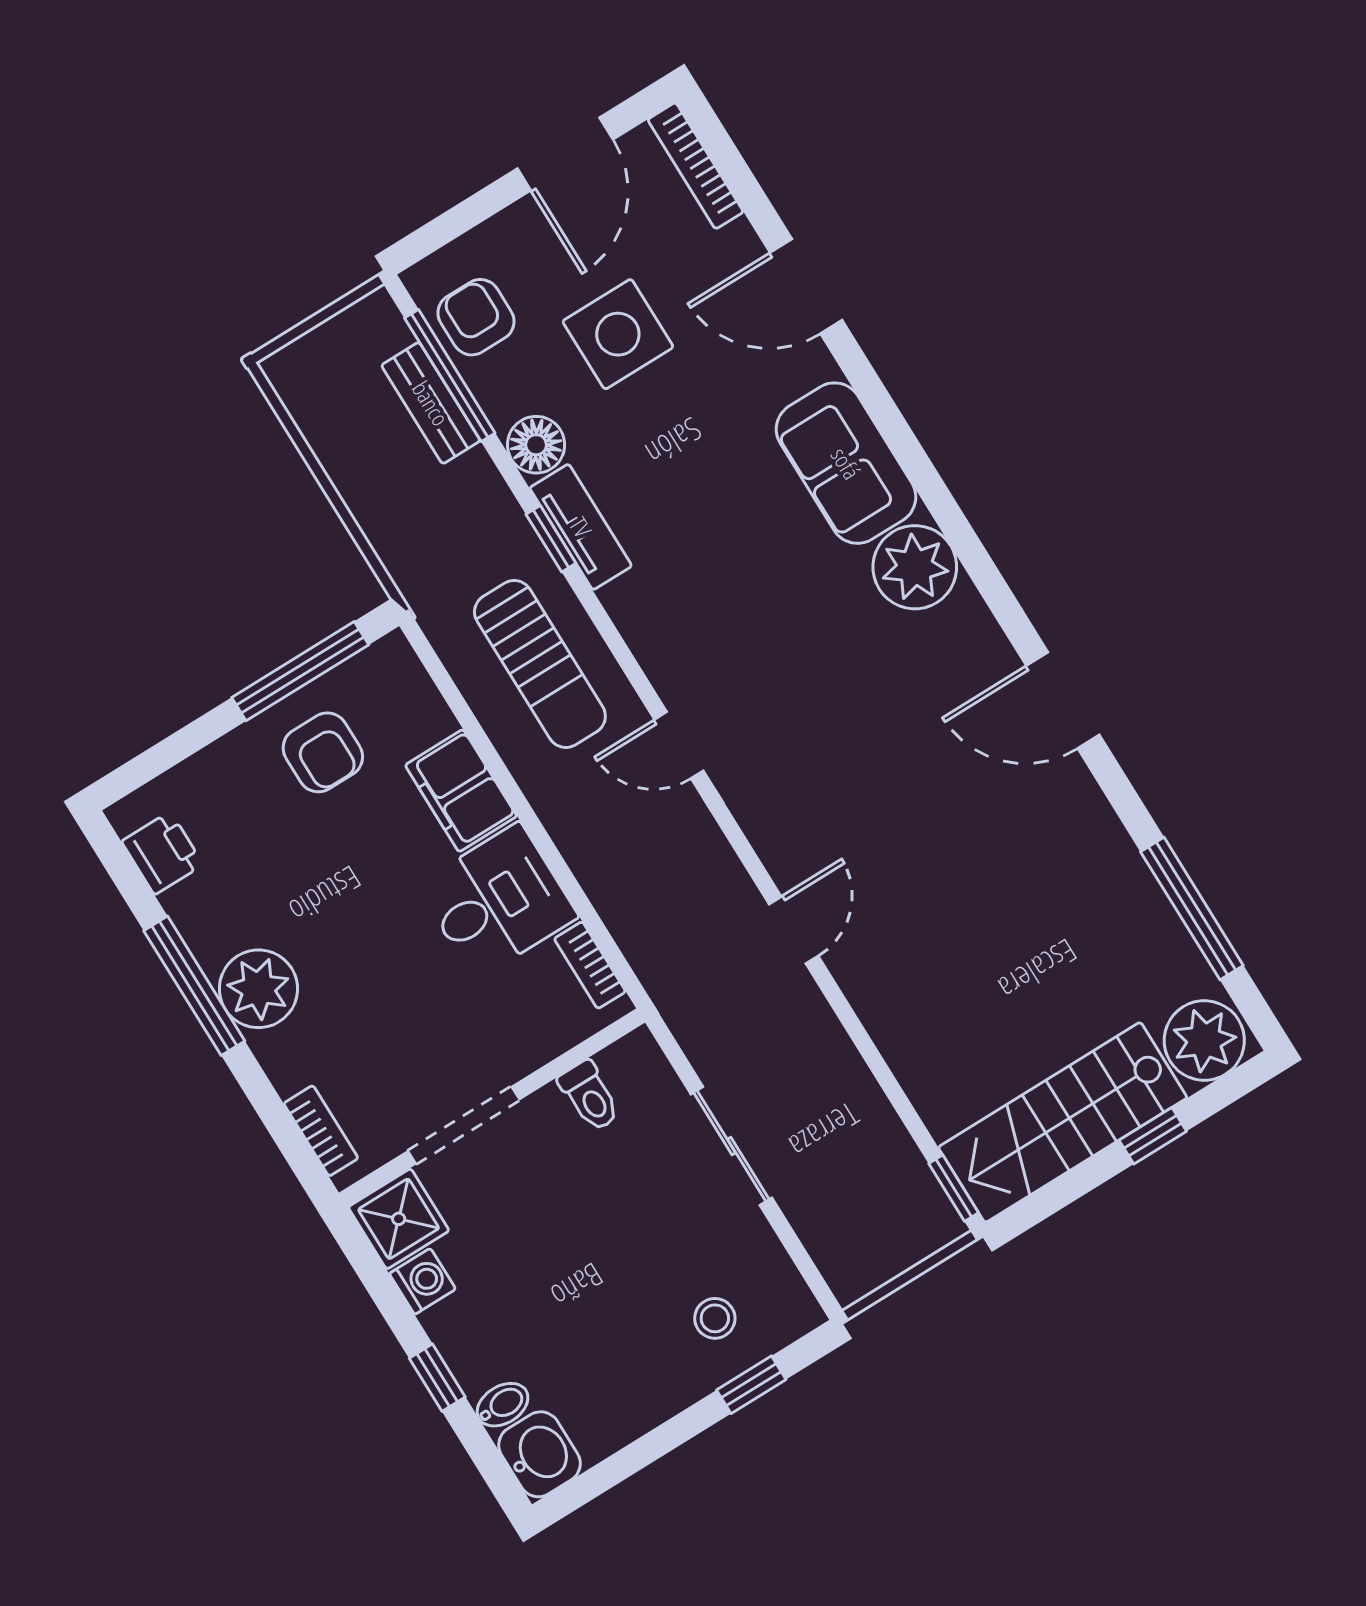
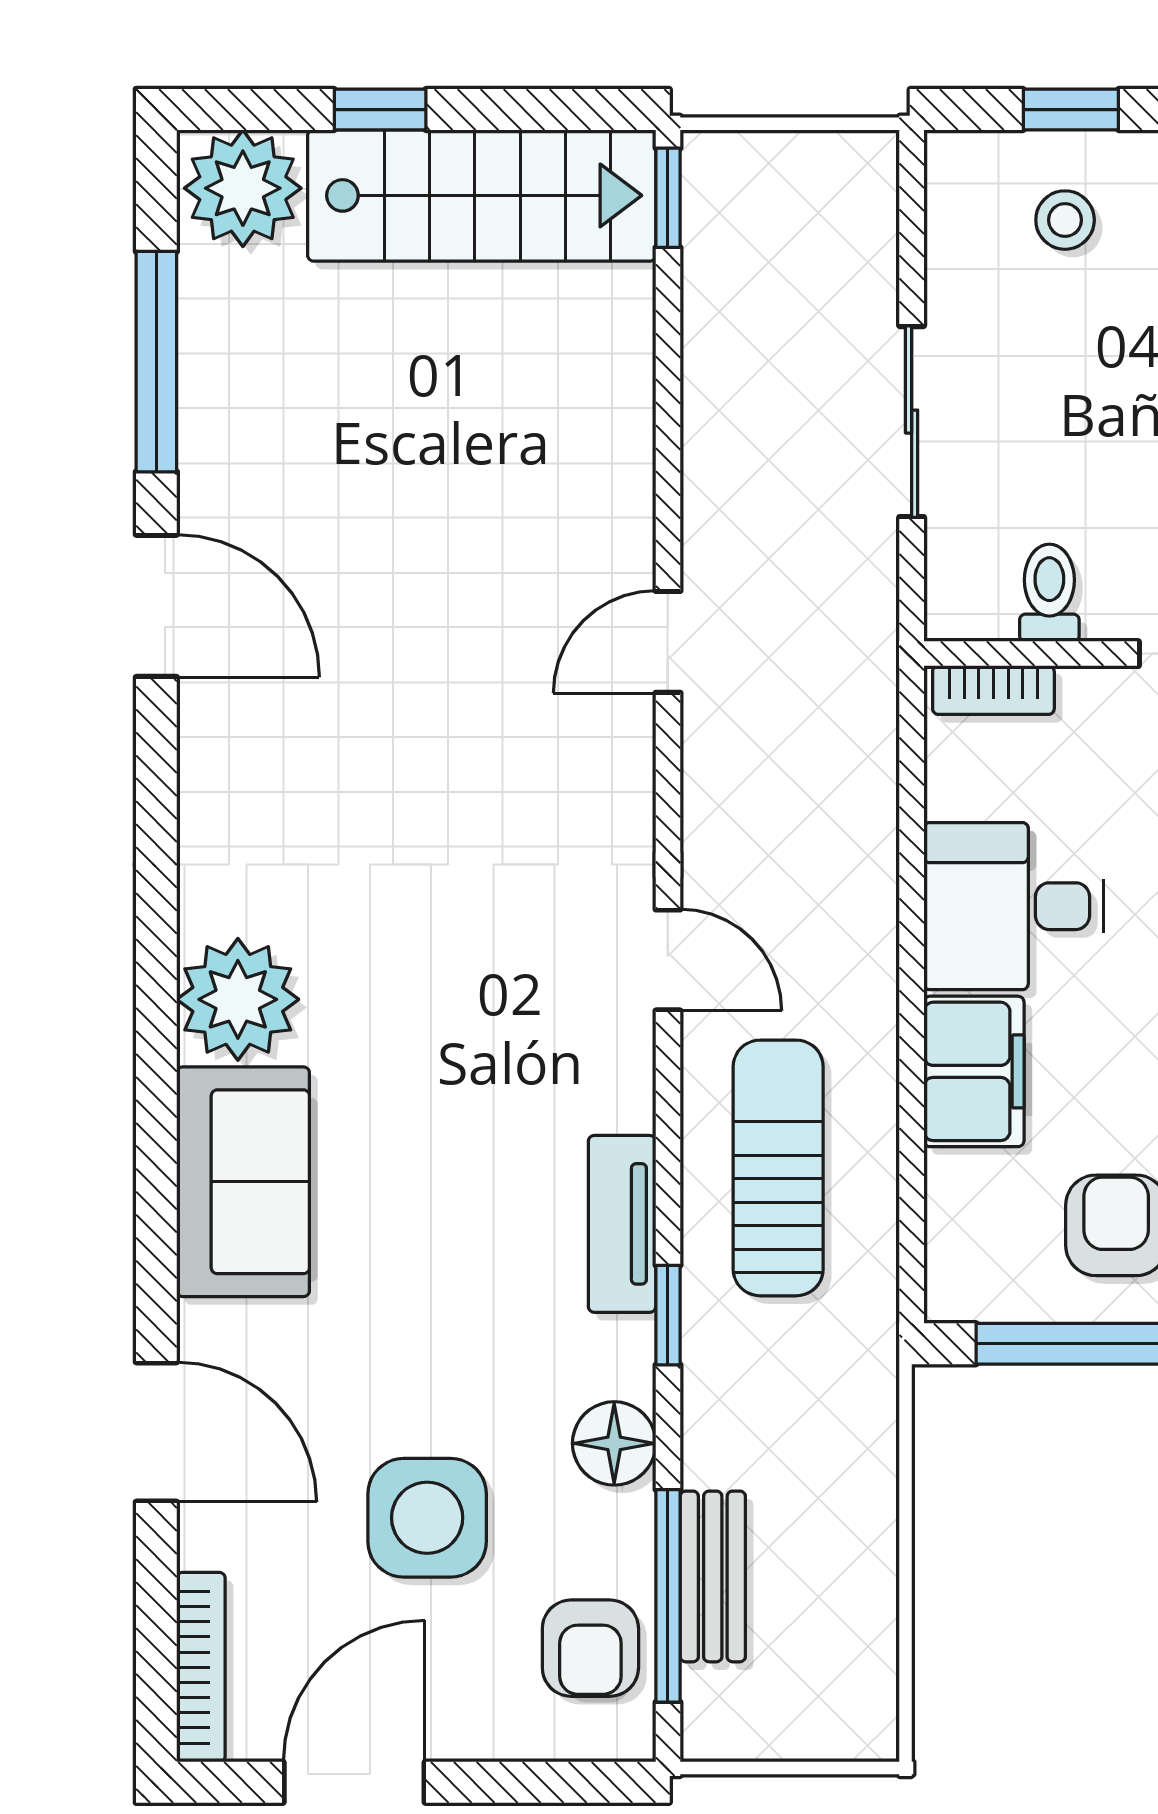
tv unit: (581, 527) -> (622, 1224), moved
door: (1063, 700) -> (156, 606), moved
bookcase: (590, 965) -> (993, 690), moved, turned 90

